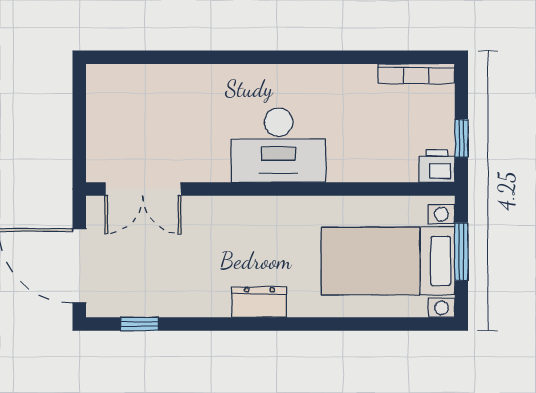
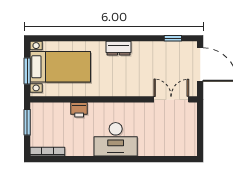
window: (461, 138) -> (27, 122), width x1.50
desk: (279, 145) -> (116, 139), moved, turned 180
printer: (437, 166) -> (79, 110), moved

